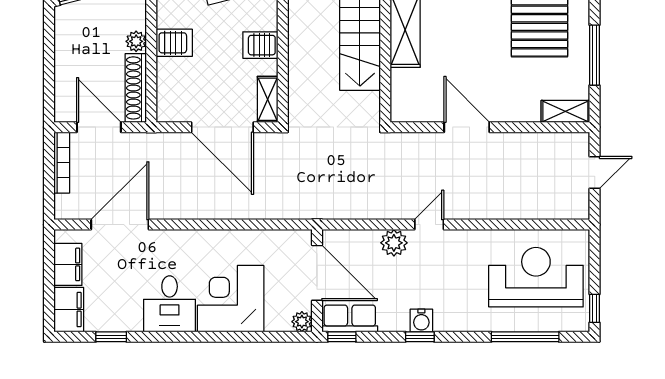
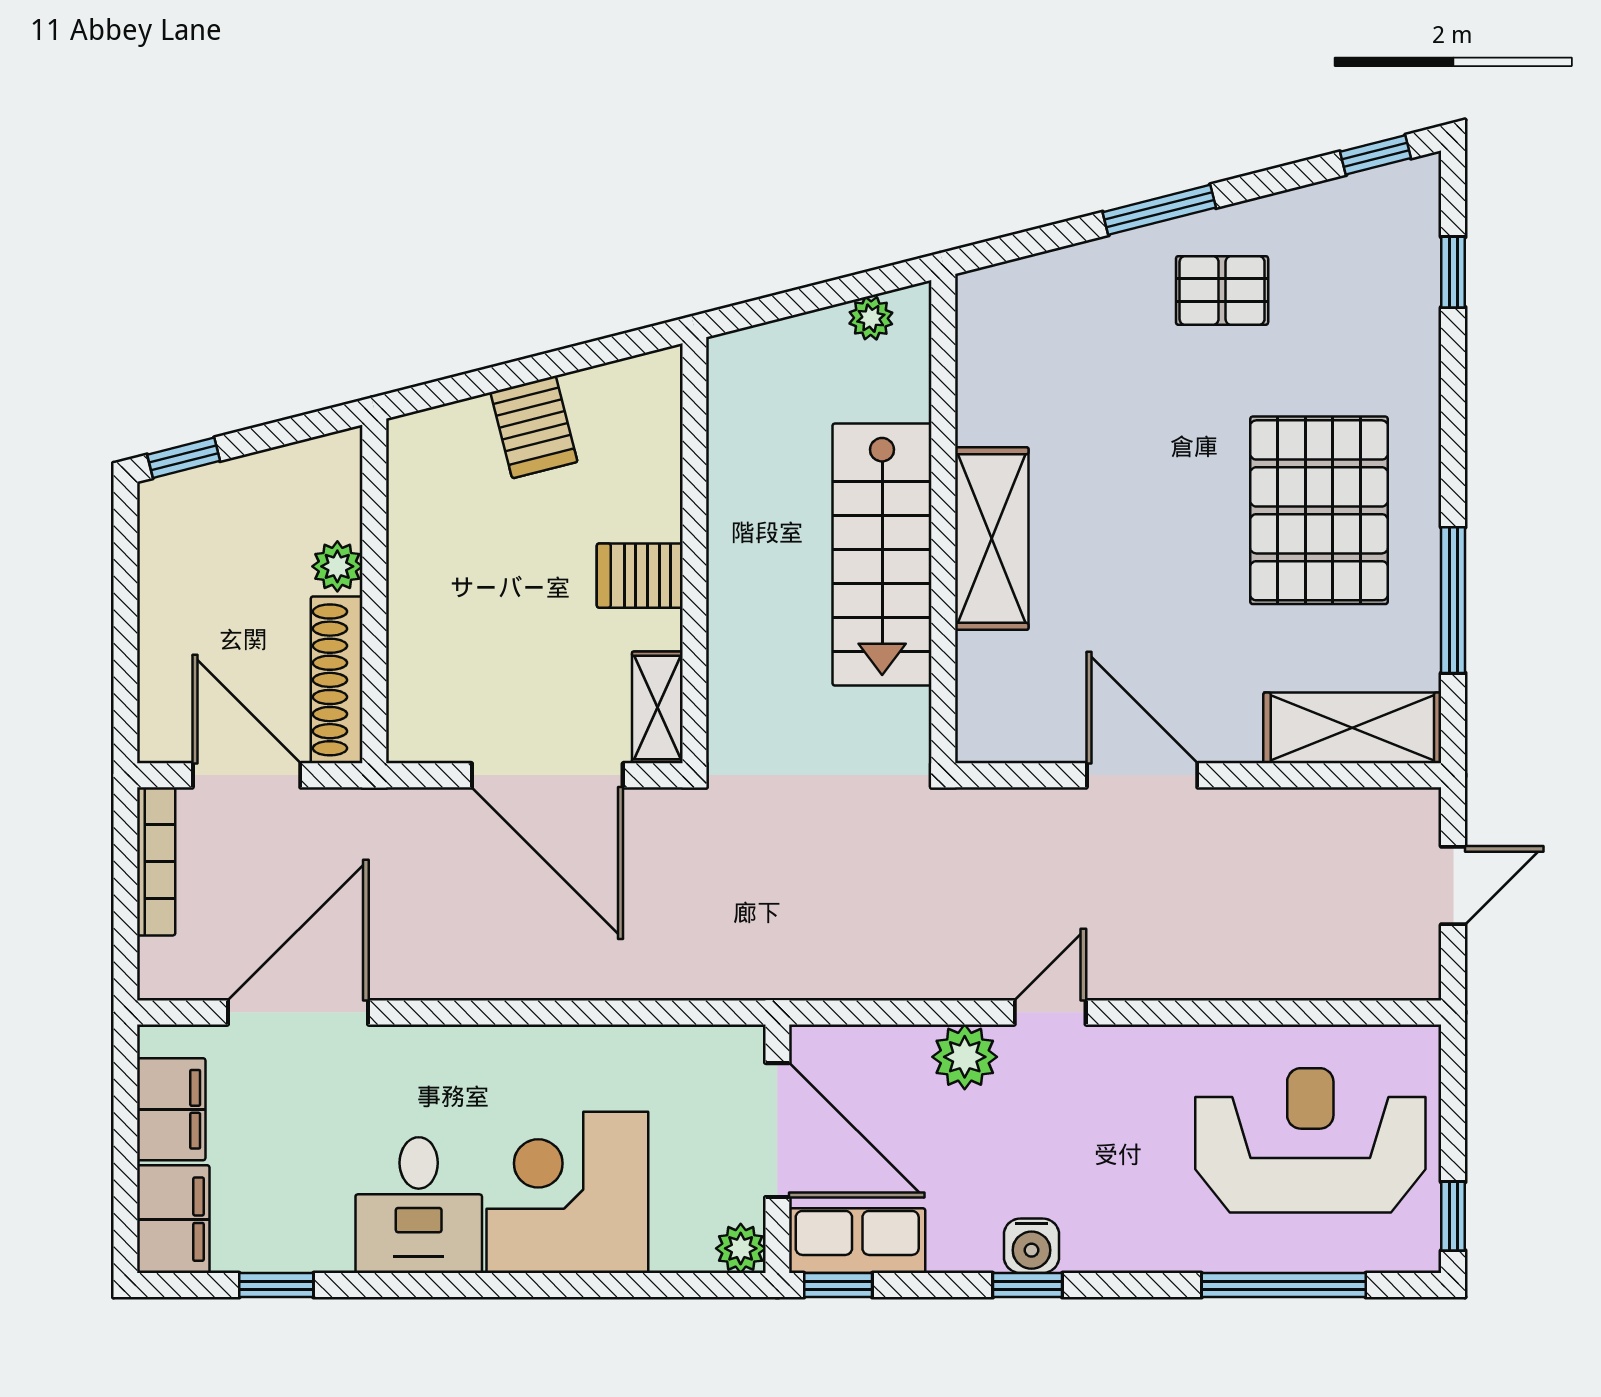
server rack: (174, 43) -> (430, 570), removed
shelving: (565, 111) -> (1352, 728), width x1.50, depth x1.33

